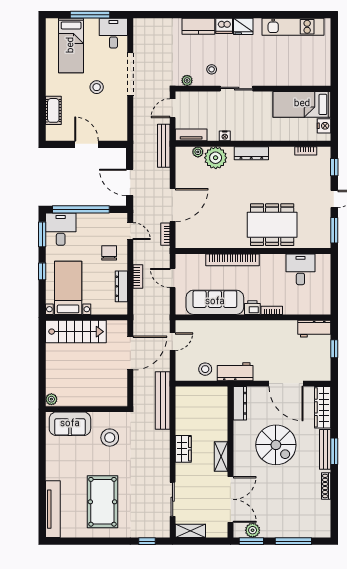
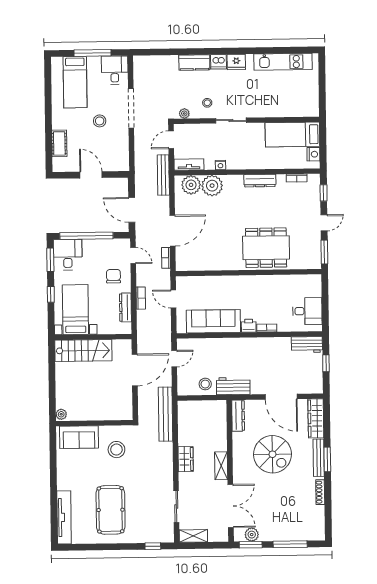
plant: (198, 152) -> (191, 185), width x1.87, depth x1.87
dresser: (251, 153) -> (260, 181), moved
bookcase: (233, 260) -> (229, 281), removed
desk: (300, 269) -> (307, 311), moved, turned 90

